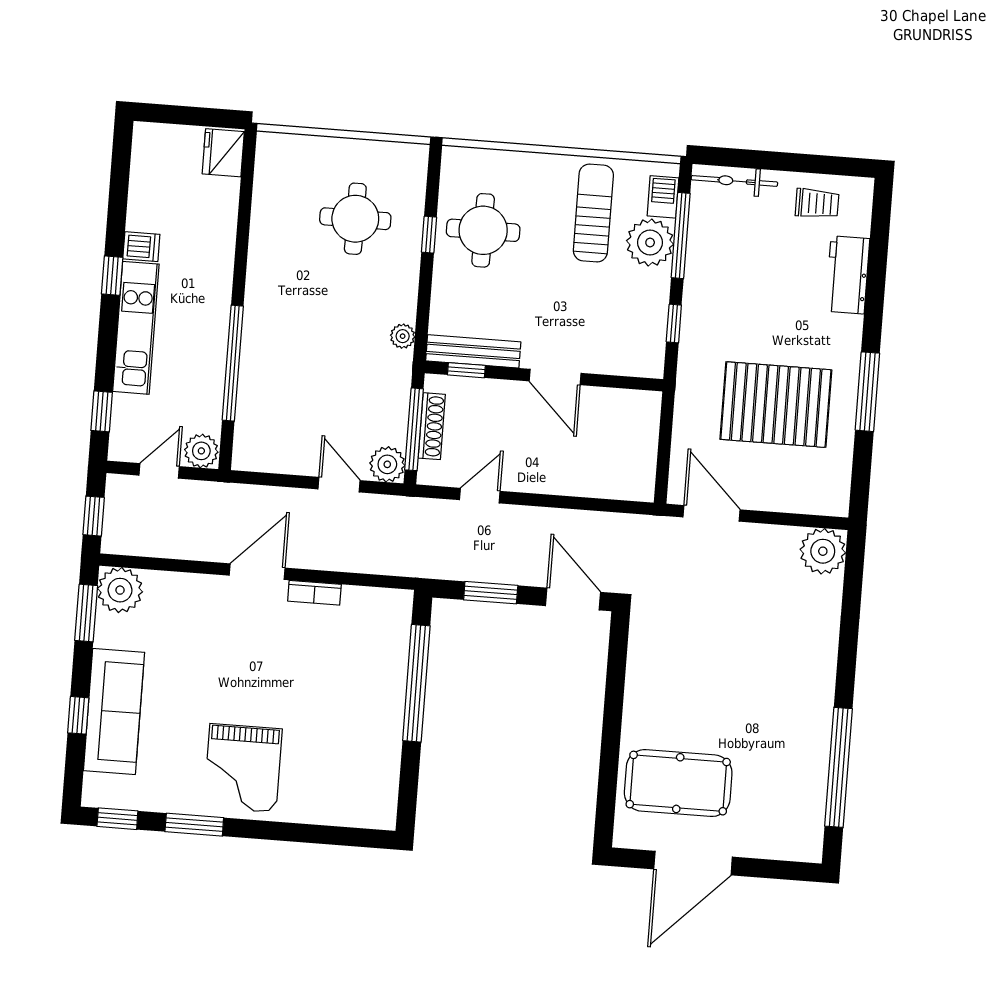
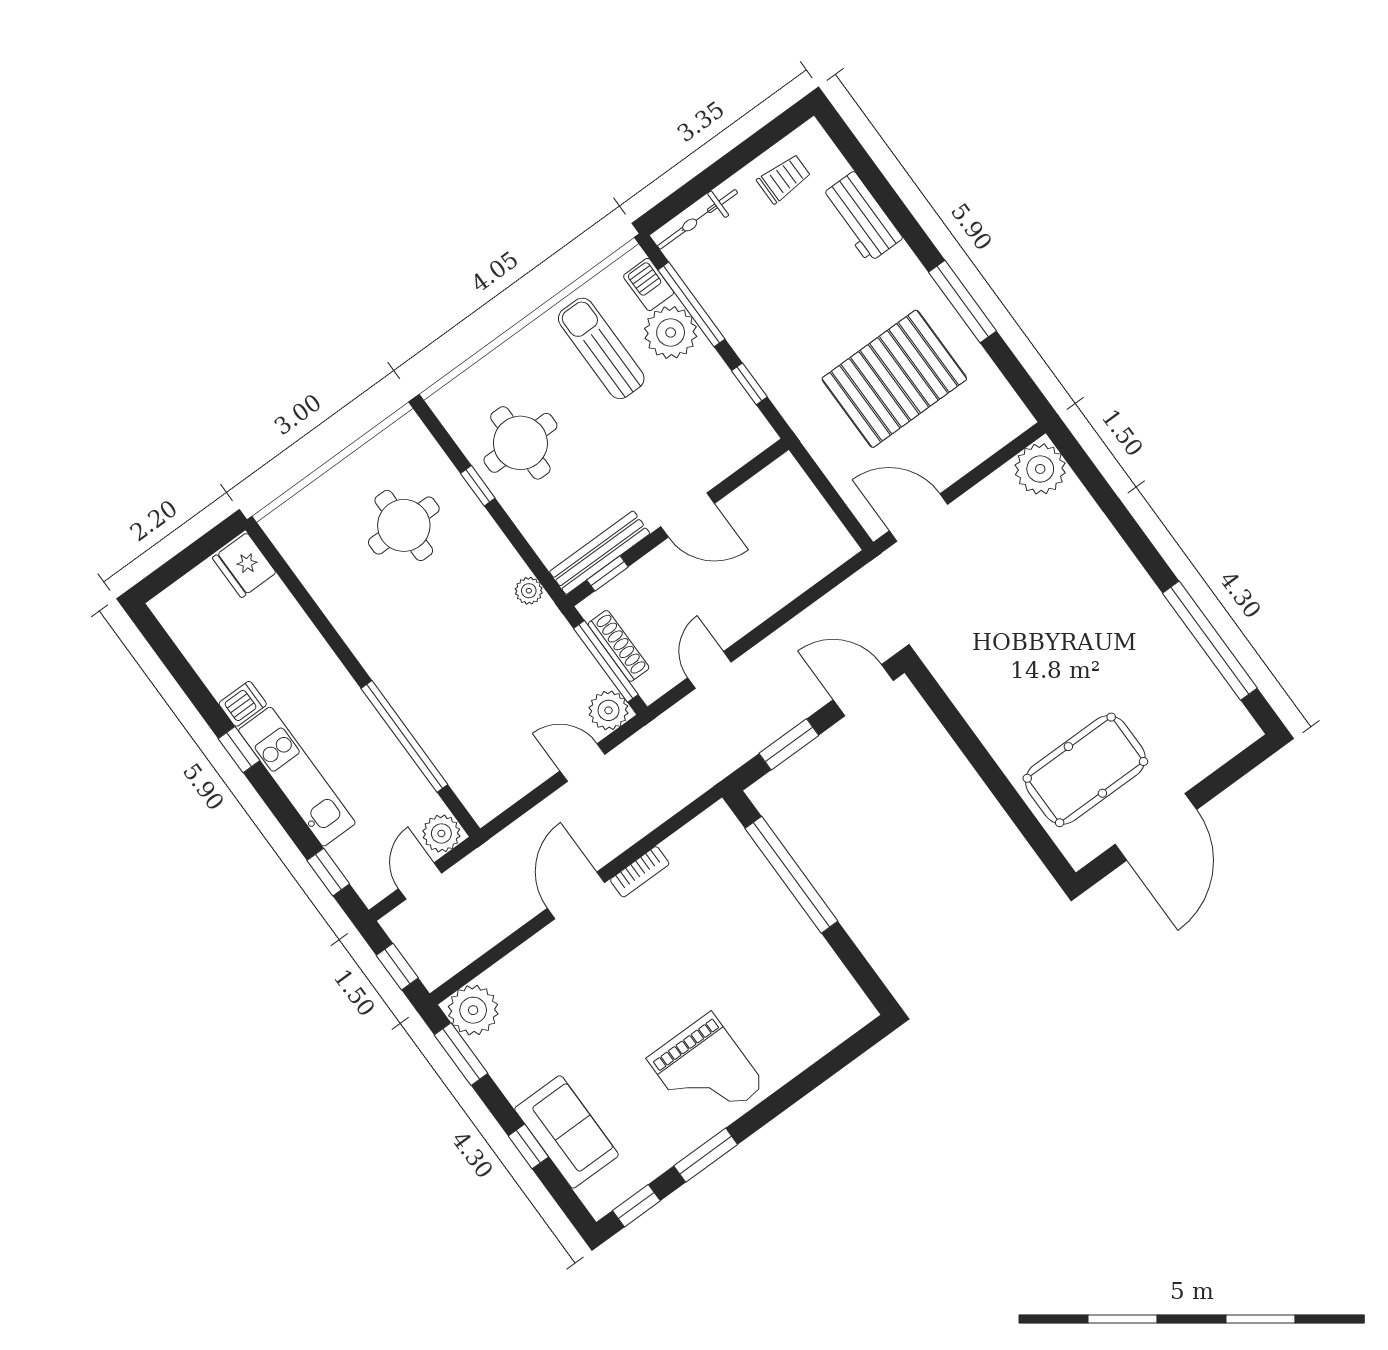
sofa: (114, 711) -> (567, 1132), width x0.73

